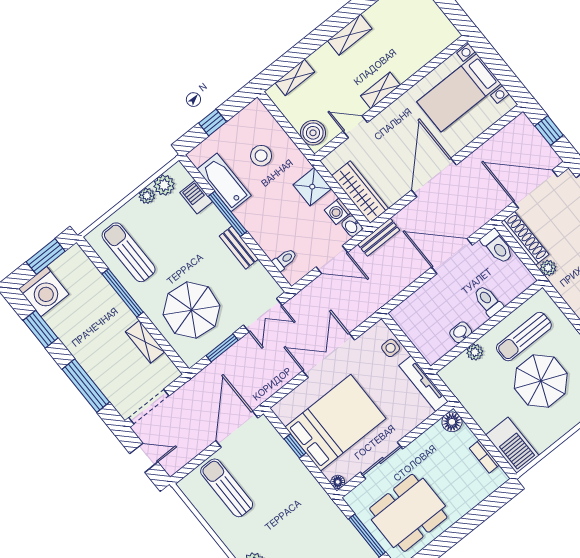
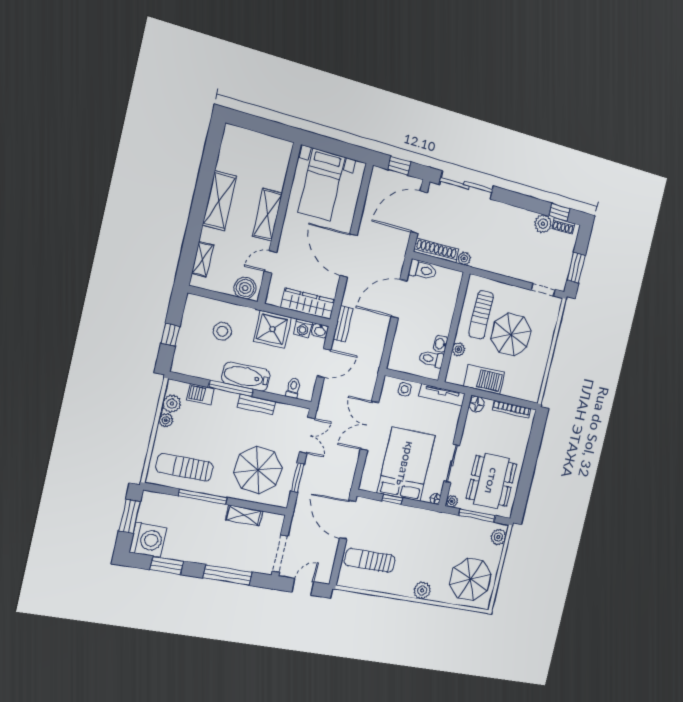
shelving: (350, 35) -> (220, 201), width x1.50, depth x1.33
shelving: (380, 90) -> (267, 215), width x1.50, depth x1.33
bathtub: (224, 182) -> (246, 377), moved
shower: (312, 187) -> (272, 329), width x1.36, depth x1.36
toilet: (488, 301) -> (431, 359), moved
barbecue: (512, 445) -> (484, 379), moved
bookcase: (484, 457) -> (511, 409), width x1.56
plant: (352, 499) -> (452, 501), added

